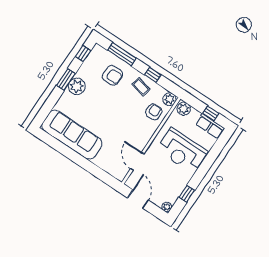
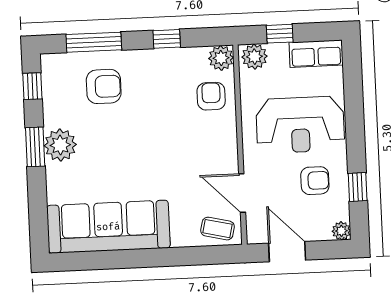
coffee table: (141, 87) -> (218, 229), moved
window: (211, 113) -> (280, 34), moved
armchair: (171, 178) -> (315, 181), added

